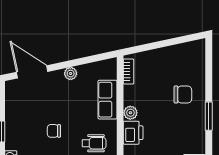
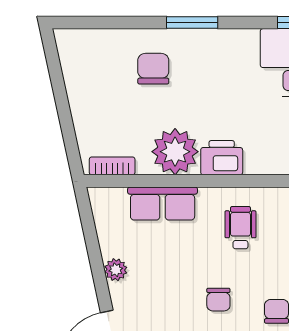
plant: (130, 113) -> (175, 152), width x1.87, depth x1.87

